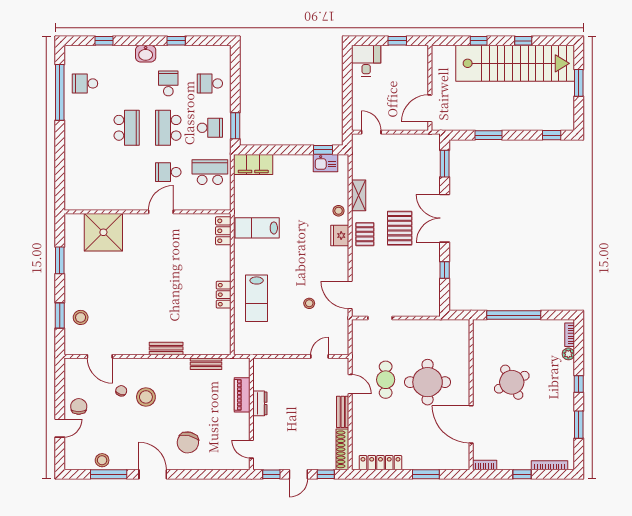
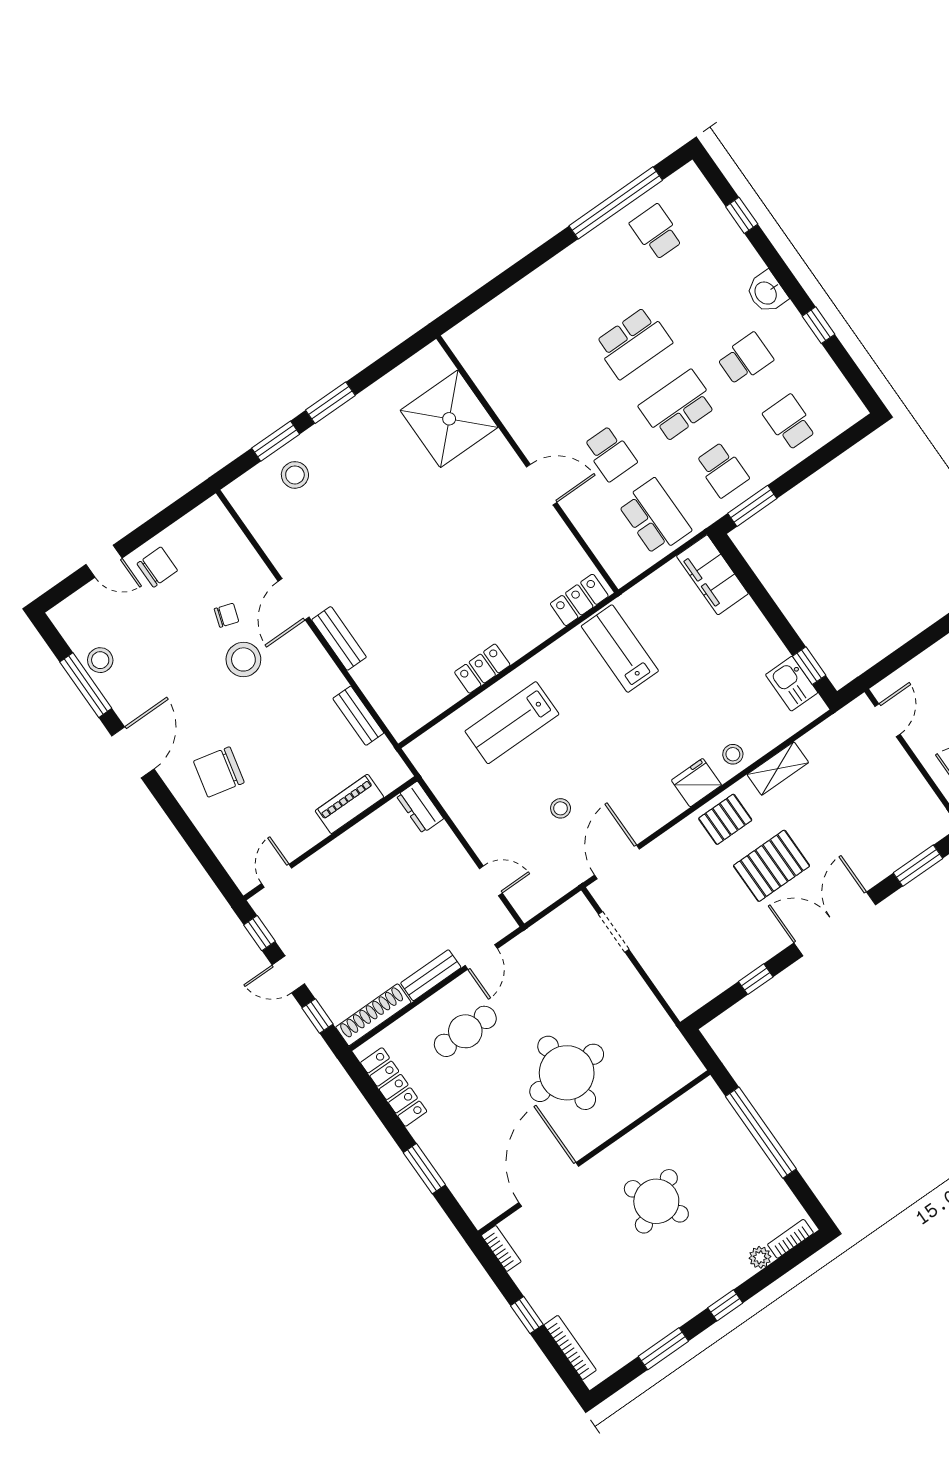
school desk: (168, 172) -> (610, 453), turned 180
window: (60, 260) -> (330, 403), moved
door: (100, 356) -> (294, 599), moved
cafe table: (386, 380) -> (465, 1031), moved
dresser: (260, 403) -> (420, 807), moved, turned 90

